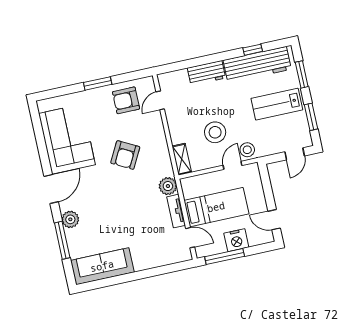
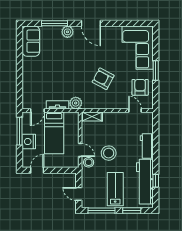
window: (311, 117) -> (101, 210), width x1.44
stool: (215, 132) -> (109, 153), moved
corner sofa: (67, 139) -> (138, 48), moved, turned 90
sofa: (102, 266) -> (31, 41), width x0.73

